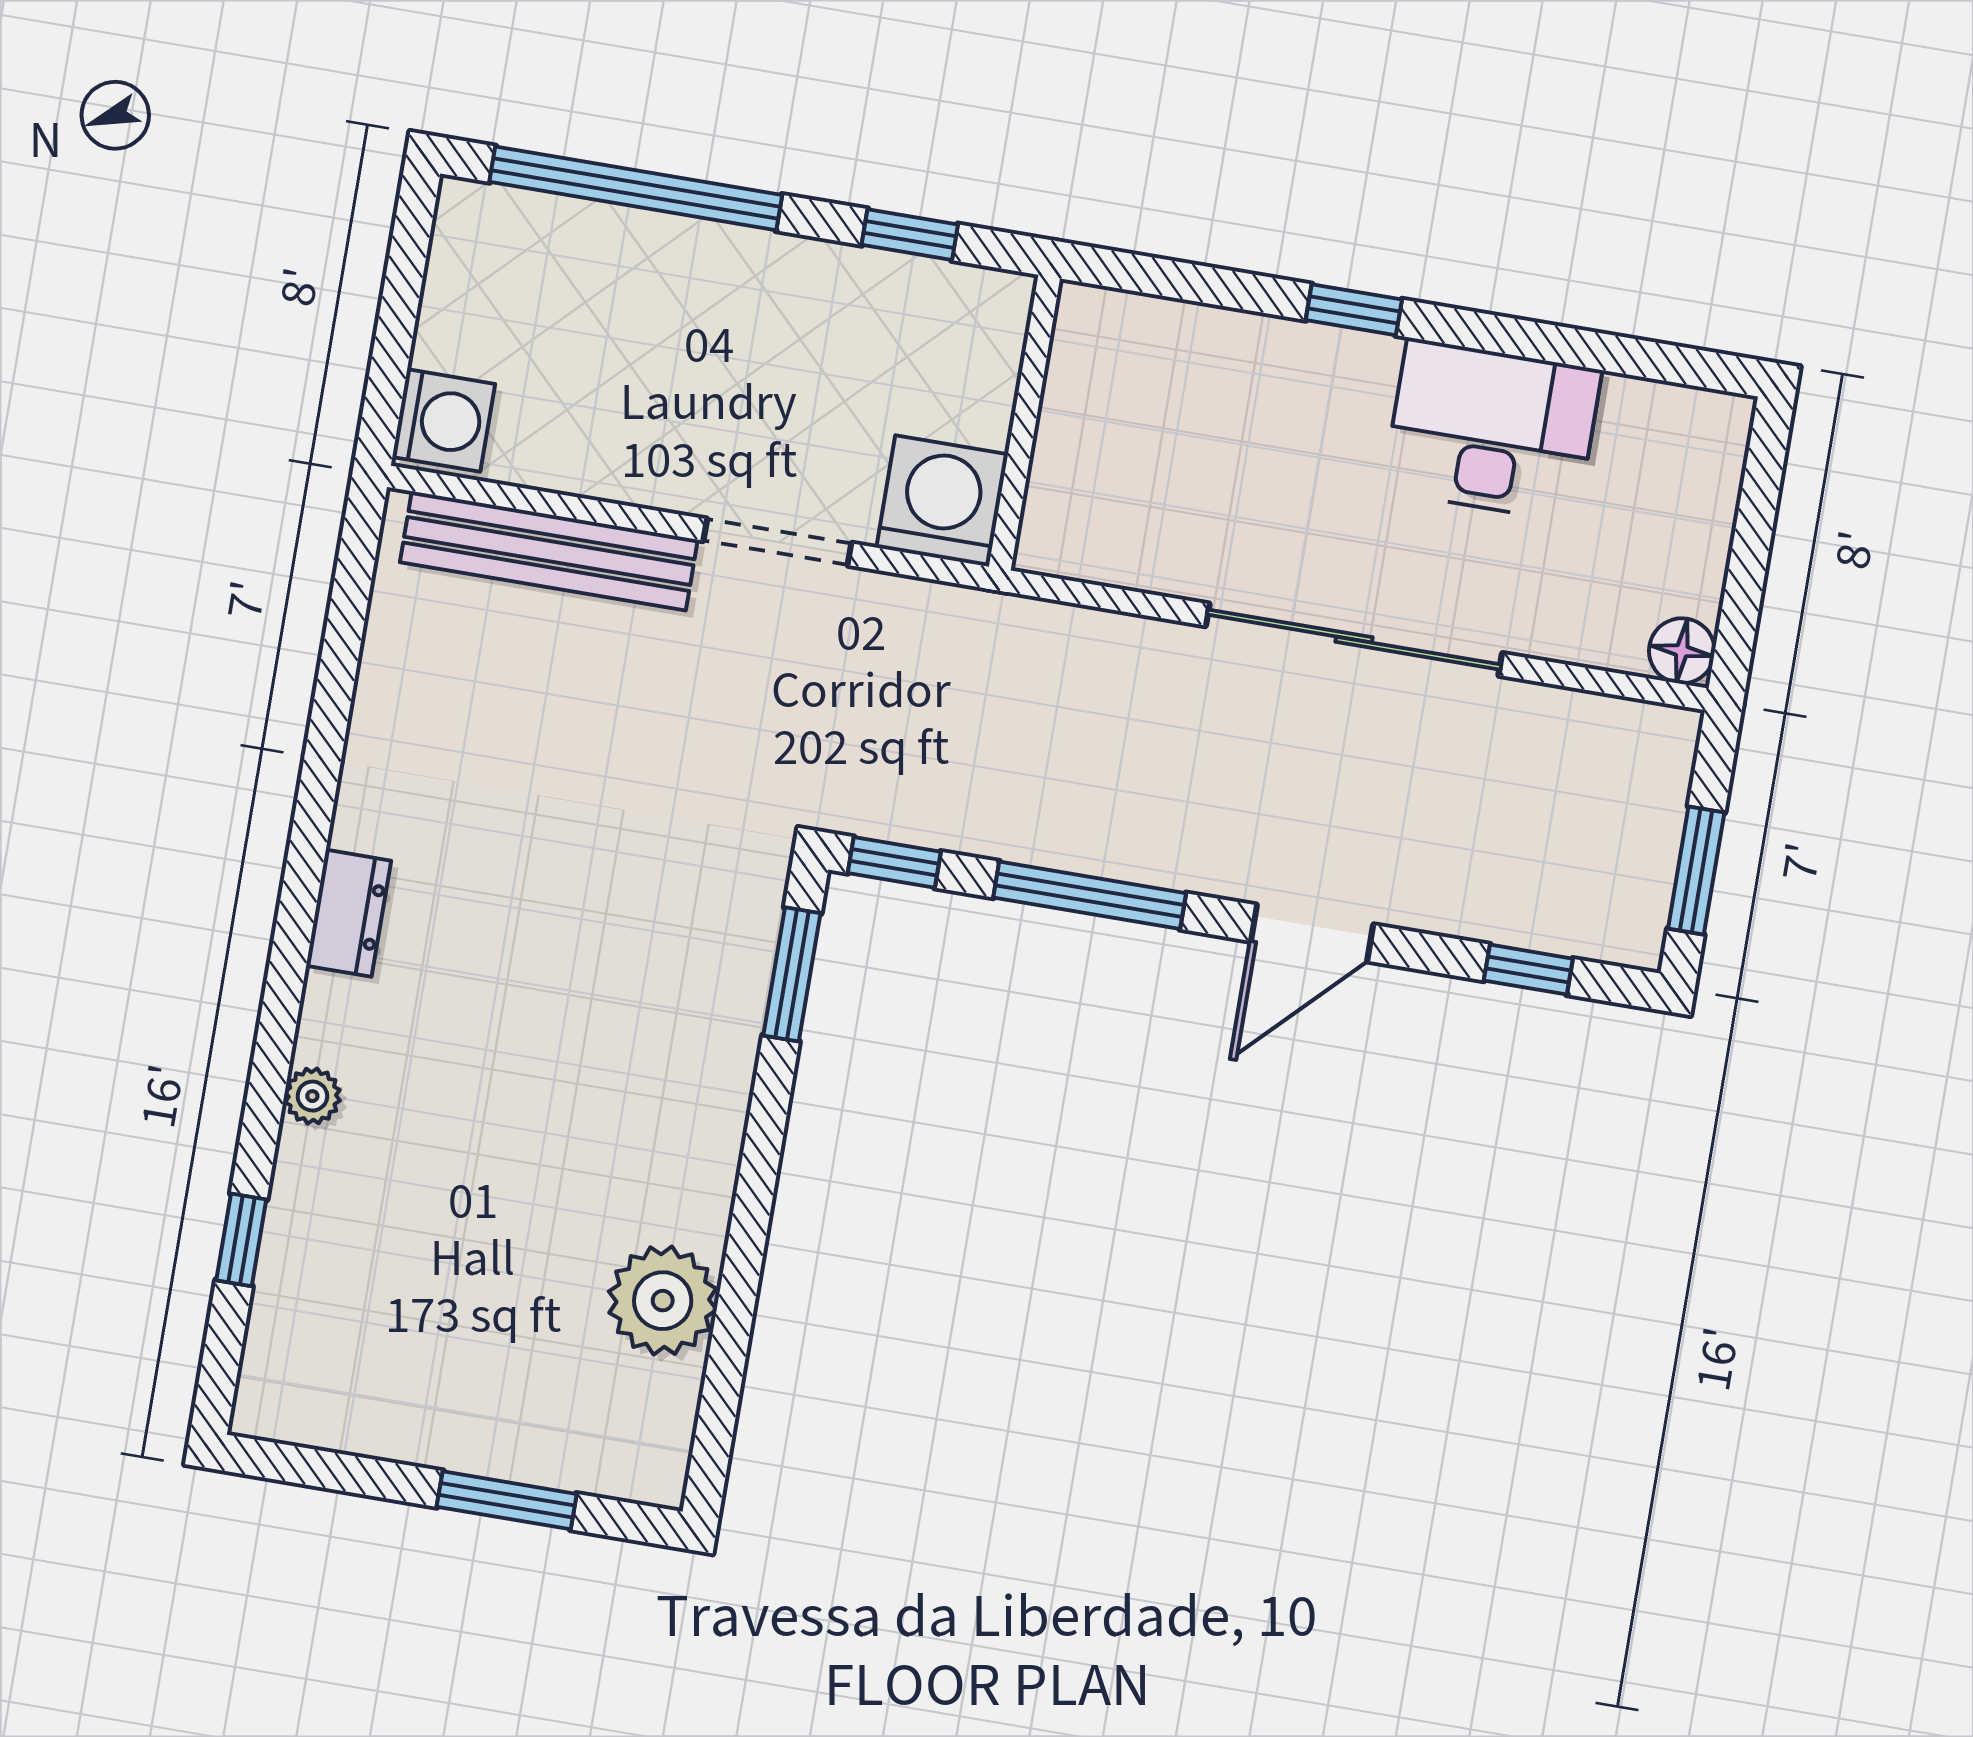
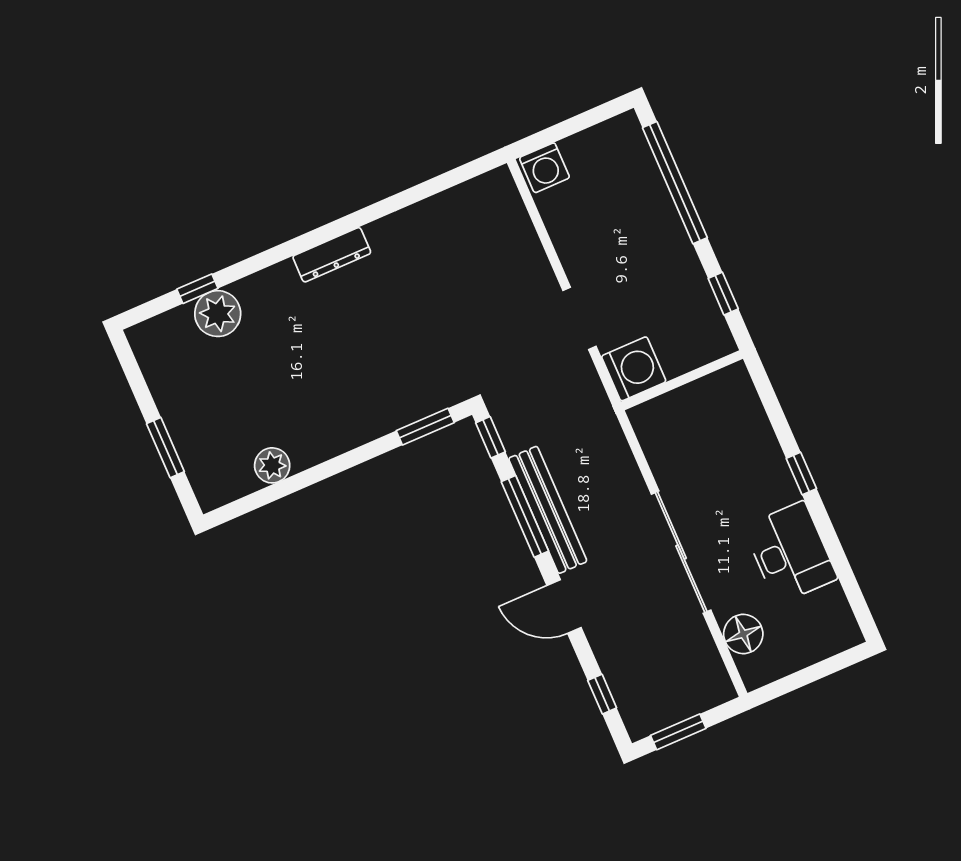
bench: (549, 551) -> (548, 510), moved
floor lamp: (1682, 651) -> (743, 634), moved, width x1.38, depth x1.38
dresser: (349, 913) -> (332, 255), width x1.44
plant: (312, 1096) -> (218, 314), moved, width x1.88, depth x1.88
plant: (663, 1301) -> (272, 465), width x0.73, depth x0.73

